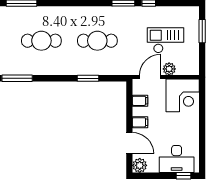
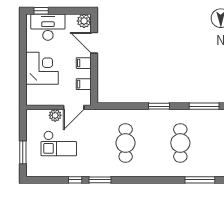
cafe table: (41, 41) -> (180, 143), turned 90
cafe table: (97, 41) -> (126, 143), turned 90
window: (88, 78) -> (159, 106), moved
corner desk: (183, 95) -> (42, 68), moved, turned 90

